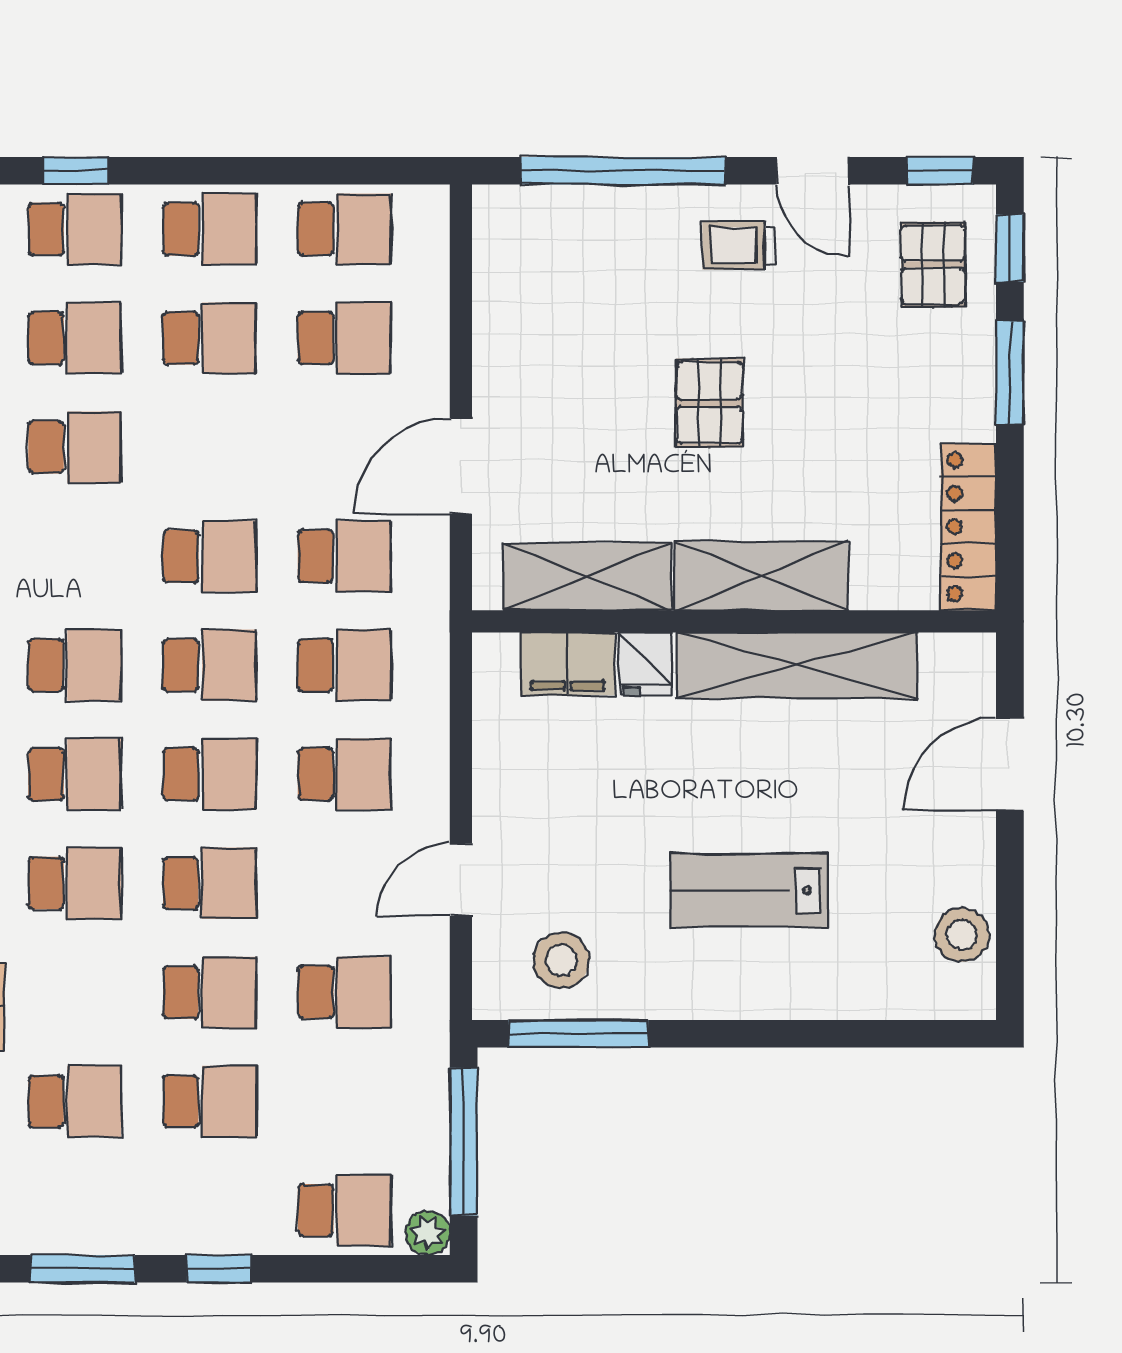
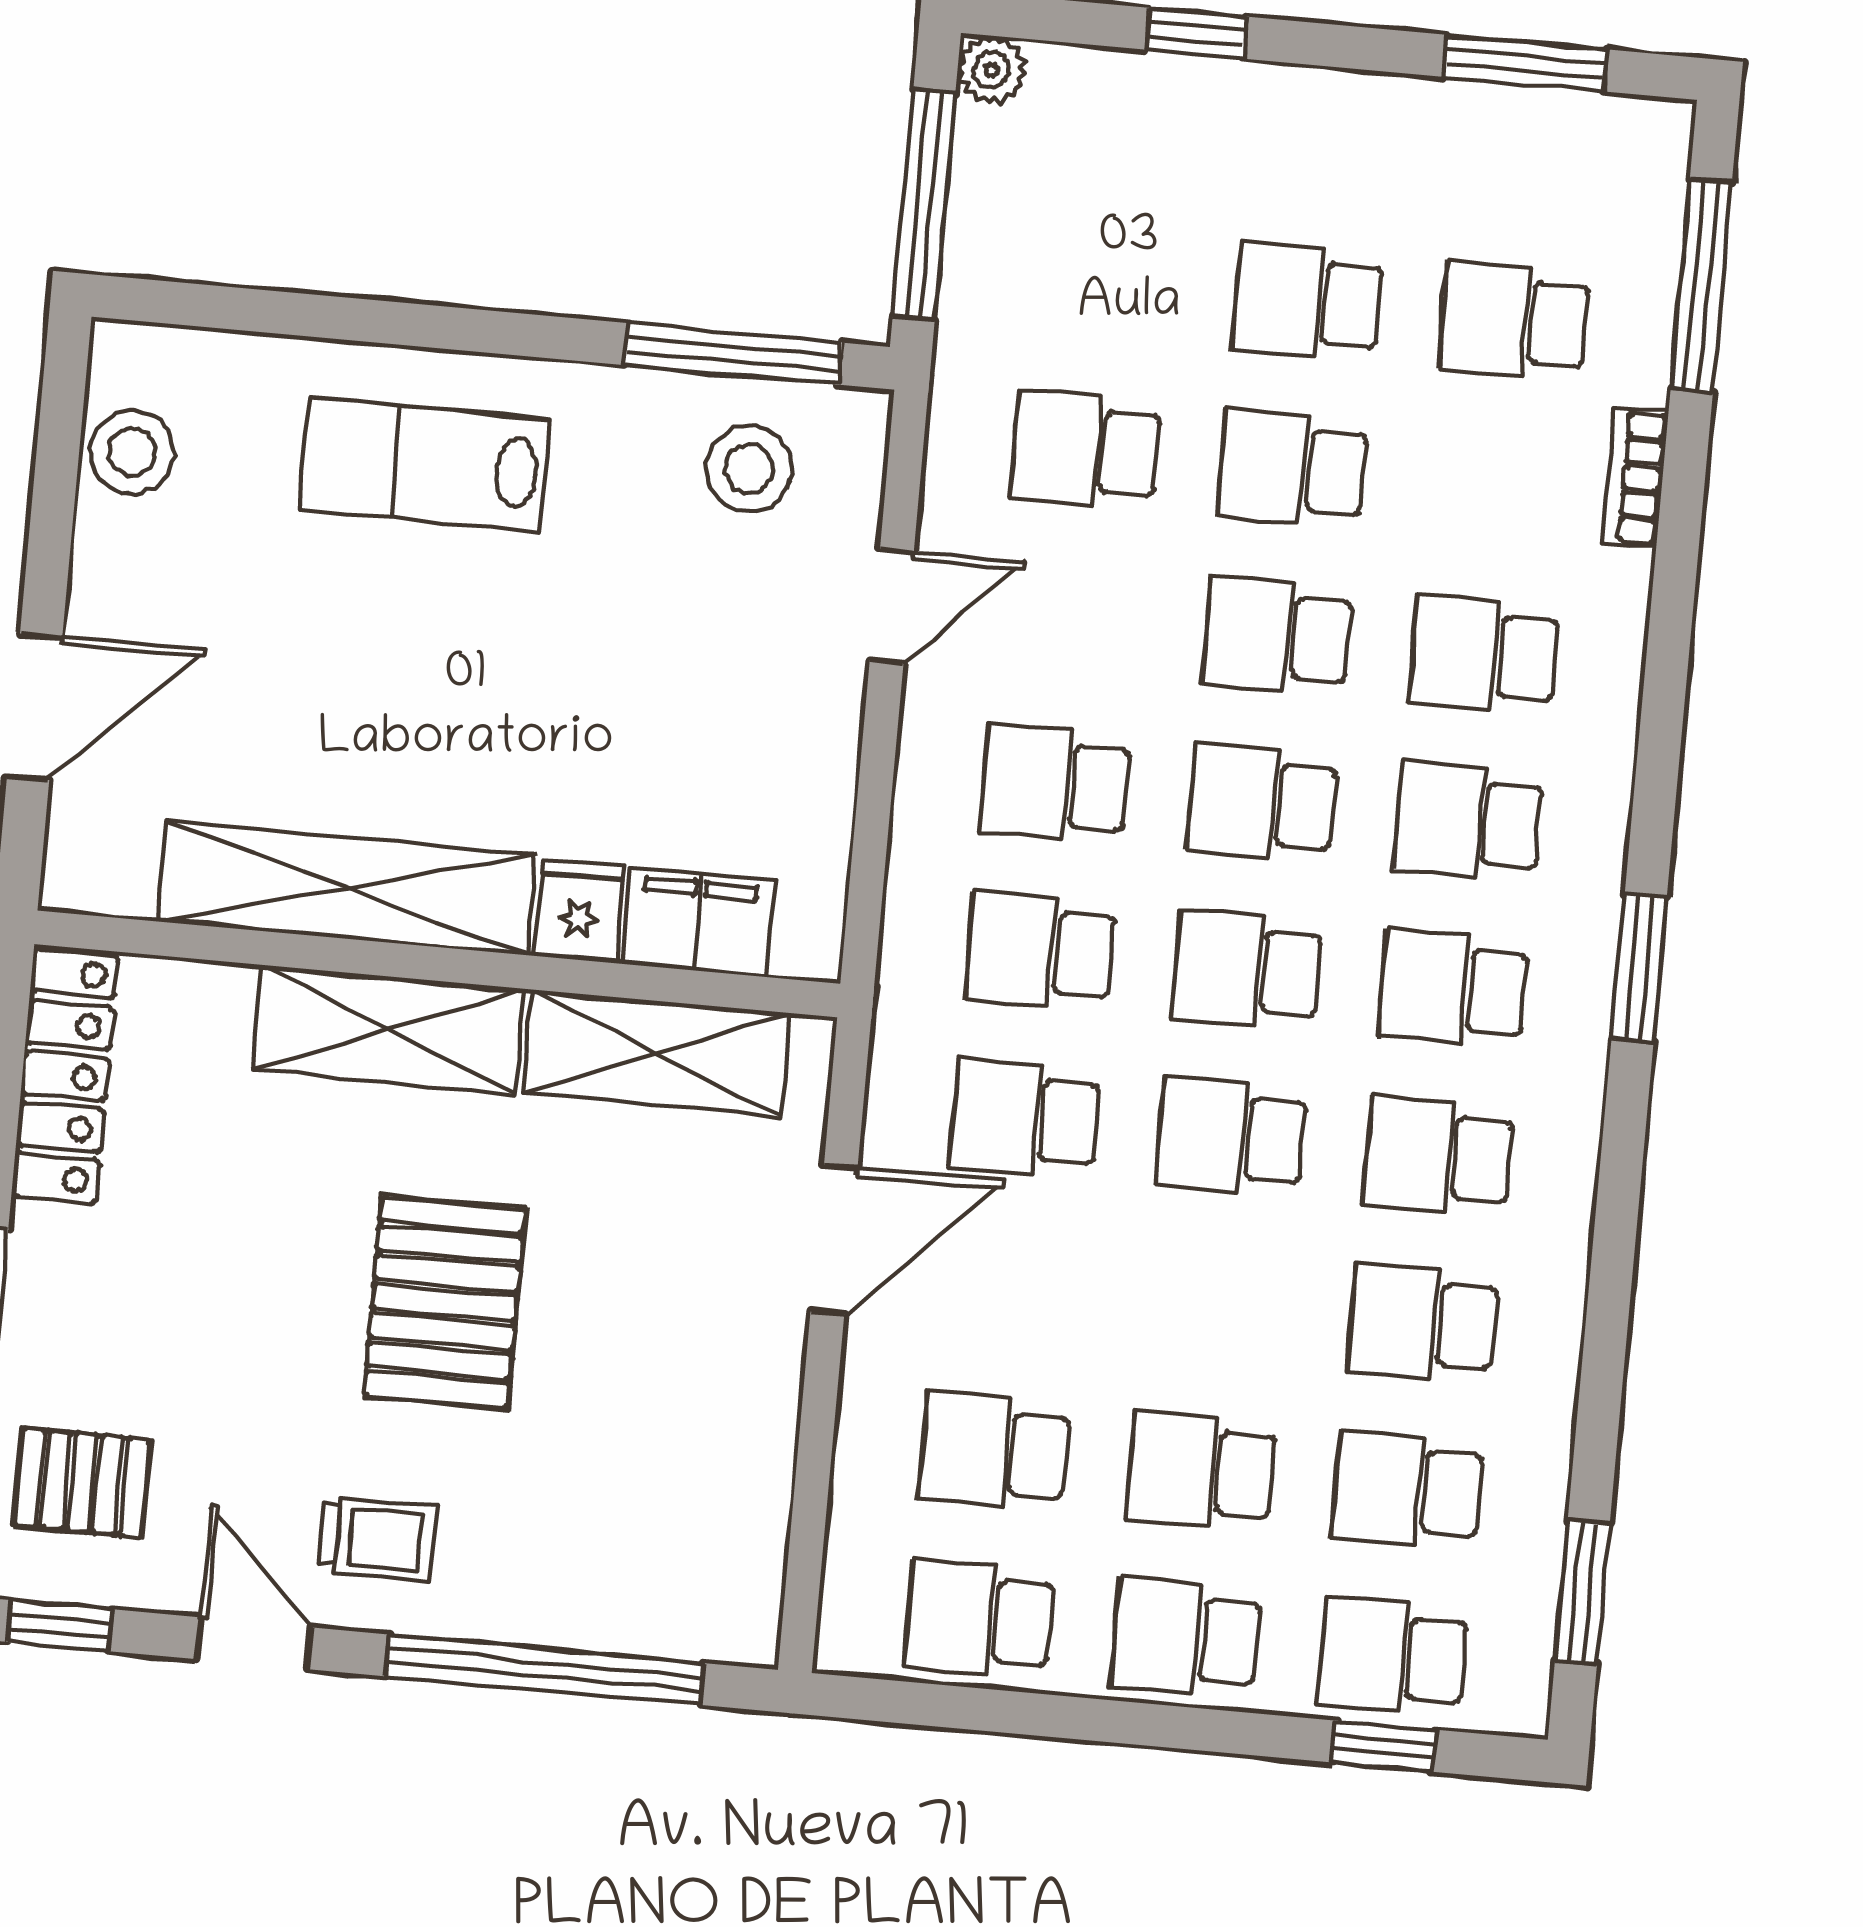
pallet: (933, 265) -> (82, 1483), turned 90
pallet: (709, 403) -> (445, 1302), width x1.50, depth x1.42
lab bench: (749, 890) -> (424, 464), moved, turned 180
school desk: (344, 1210) -> (1438, 1156), moved
window: (219, 1269) -> (1196, 33), moved

